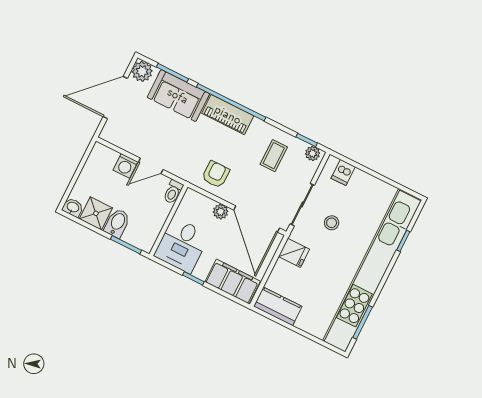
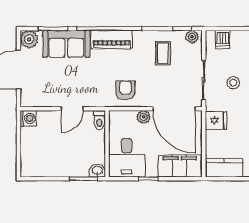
washing machine: (125, 166) -> (28, 118), moved, turned -90
washbasin: (73, 207) -> (97, 171), moved
shower: (96, 213) -> (48, 166), removed
bidet: (117, 223) -> (68, 166), removed

